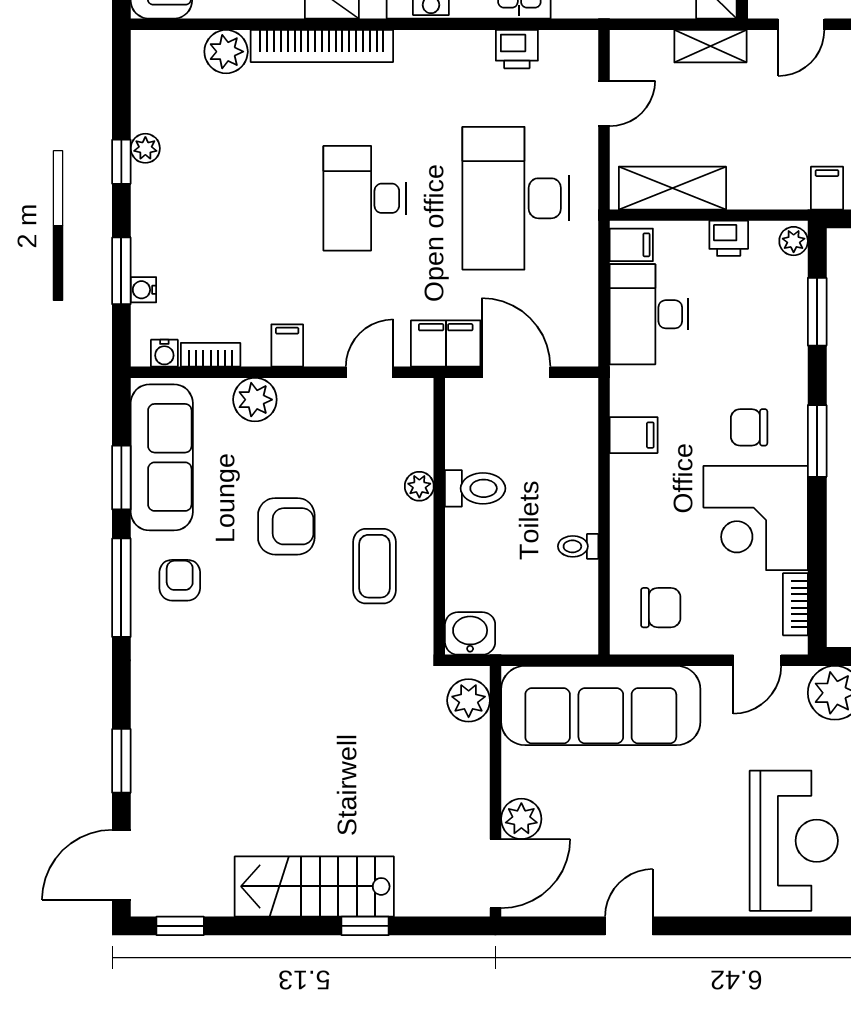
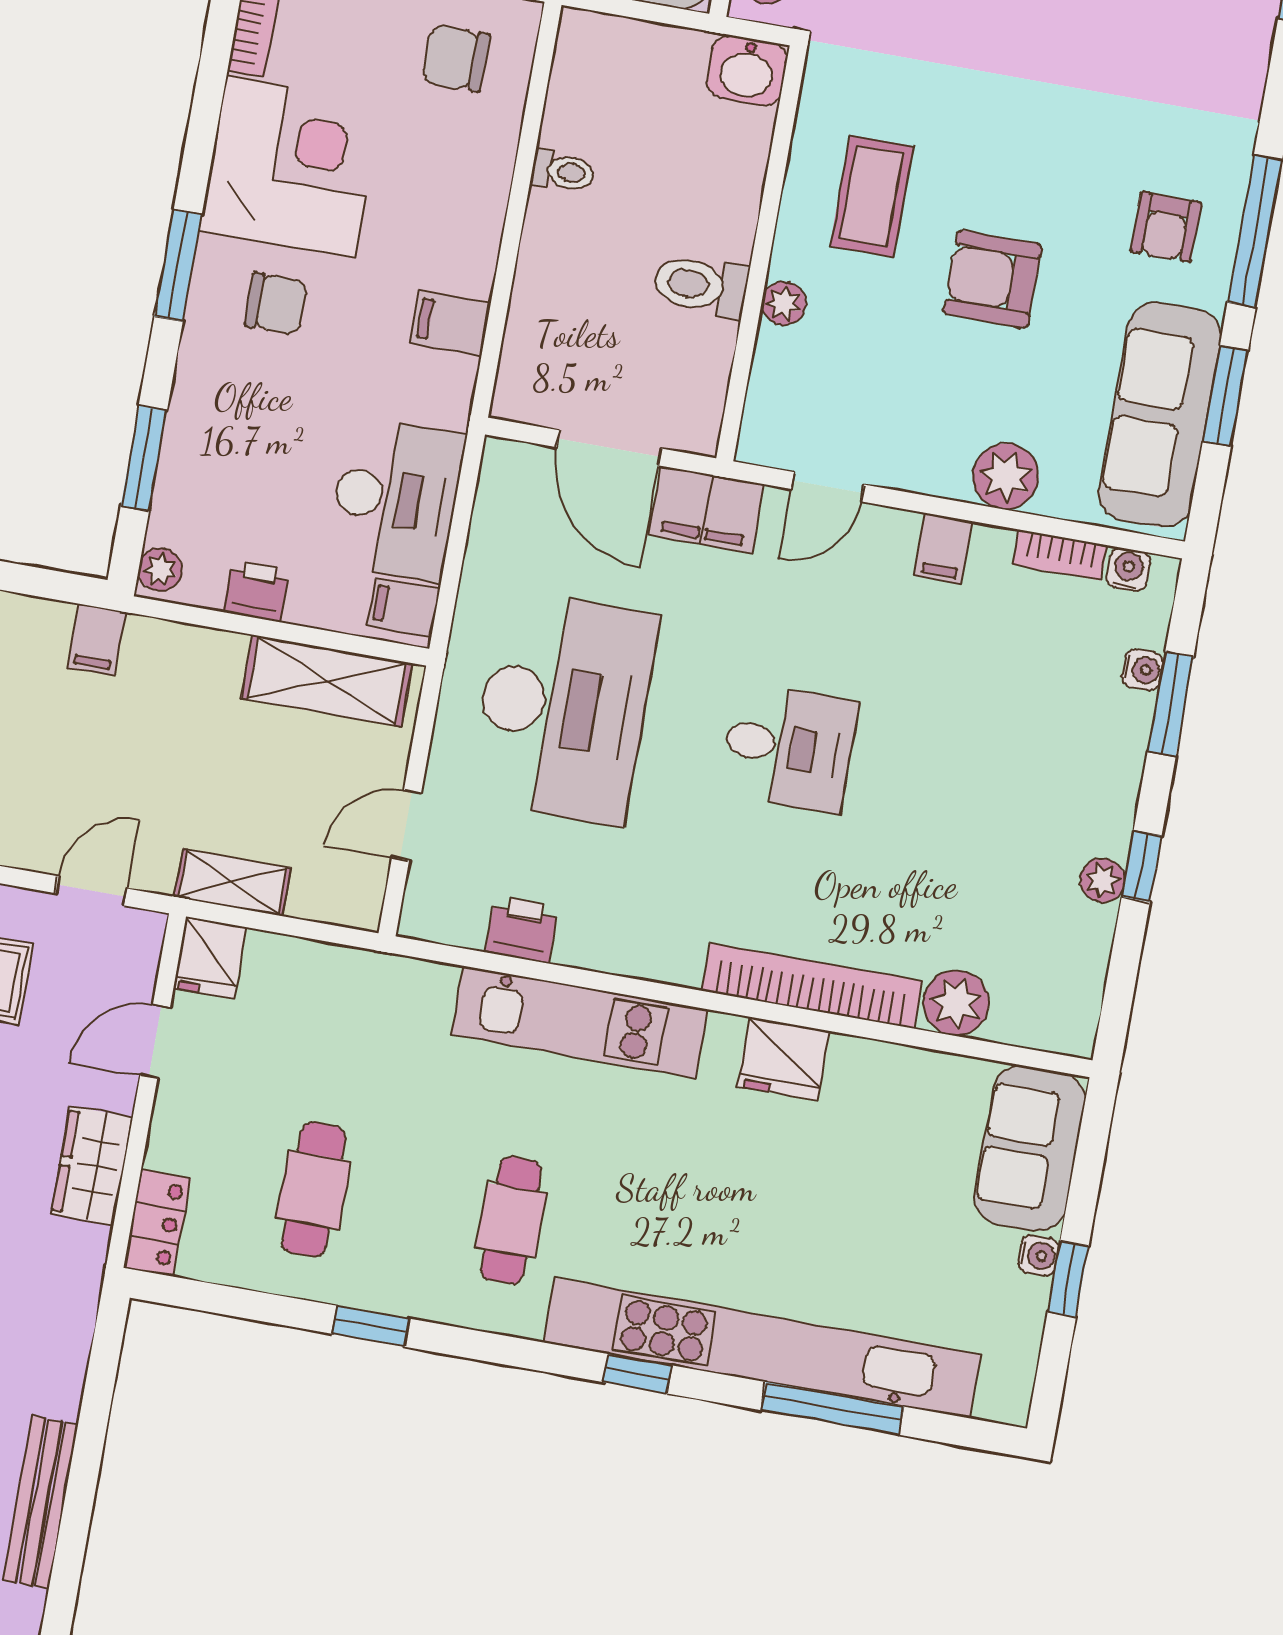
desk: (365, 198) -> (789, 747), width x0.73

